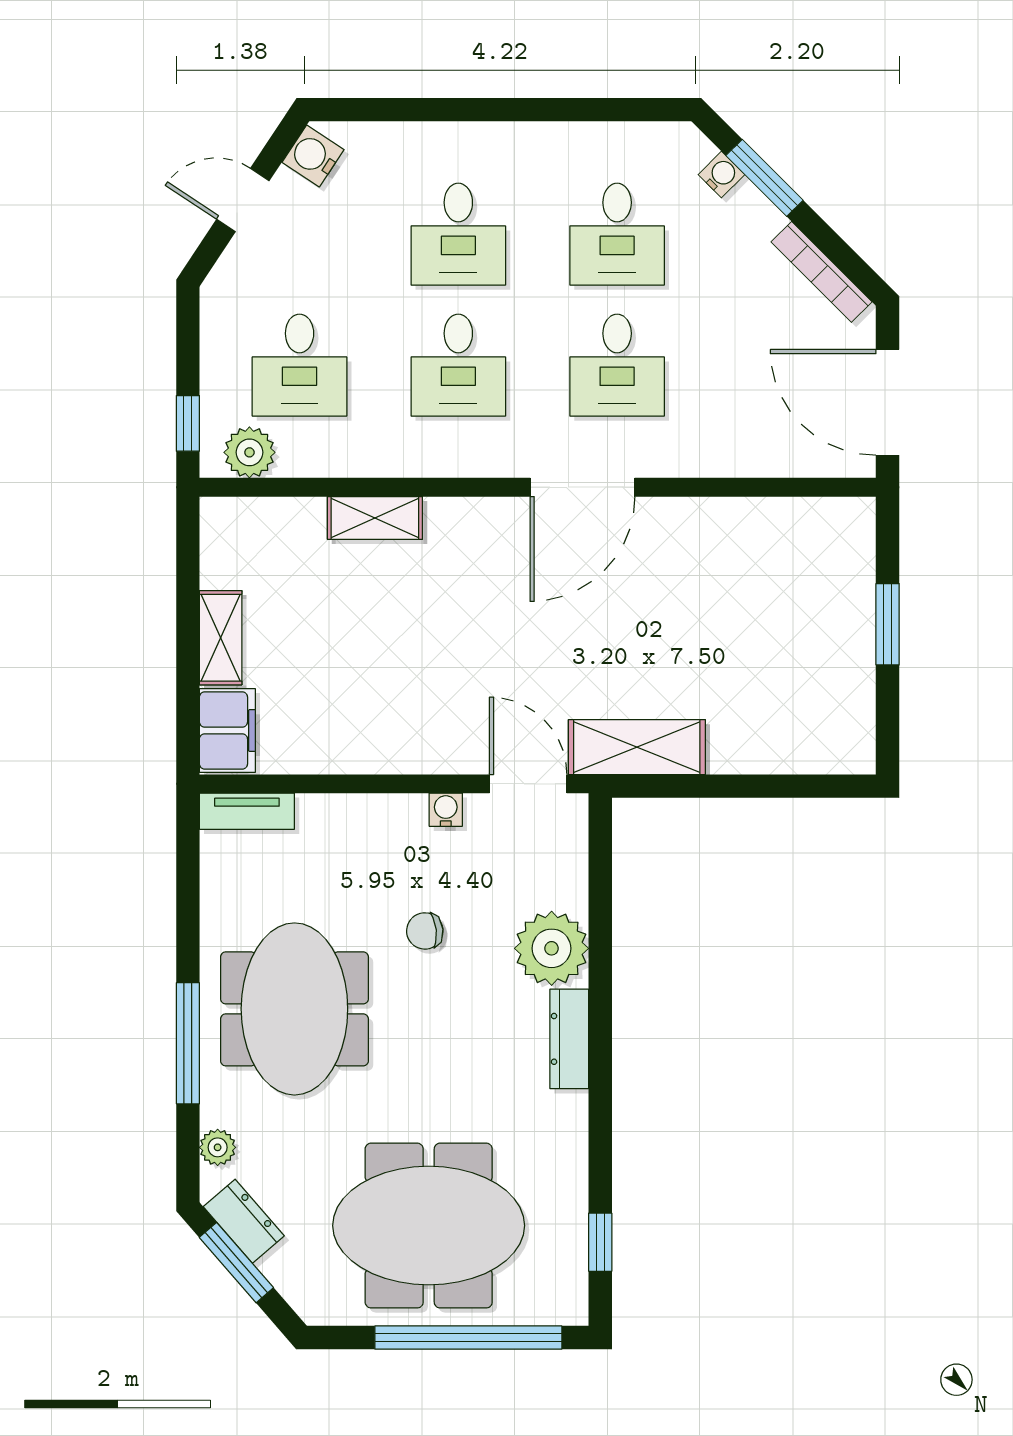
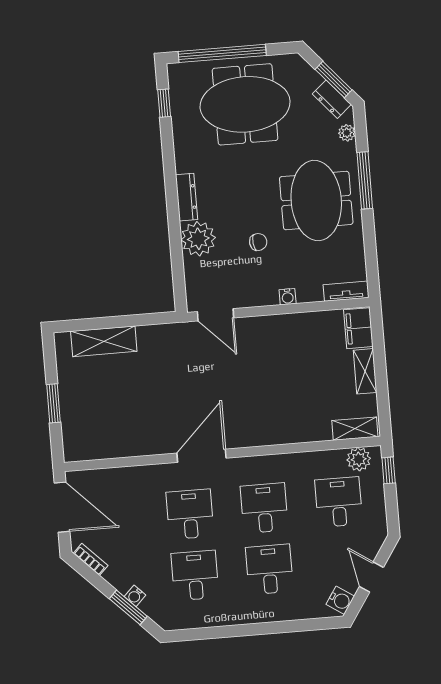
water cooler: (721, 175) -> (135, 596), moved
door: (243, 200) -> (371, 577), swing flipped
bookcase: (822, 272) -> (91, 559), width x0.64
shelving: (375, 518) -> (355, 429), moved
shelving: (637, 747) -> (104, 341), moved
water cooler: (446, 810) -> (288, 297), moved

